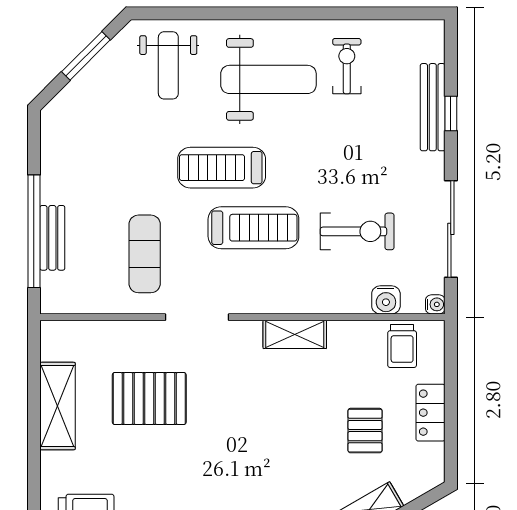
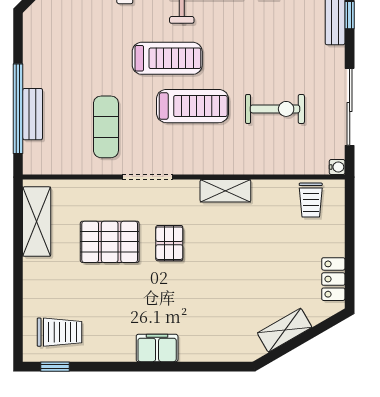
treadmill: (222, 168) -> (167, 58), turned 180
water cooler: (386, 300) -> (298, 163), removed
shelving: (57, 406) -> (37, 222), moved
locker: (430, 413) -> (333, 279), moved
pallet: (365, 431) -> (169, 243), moved

